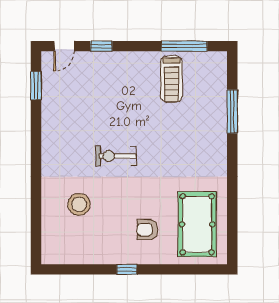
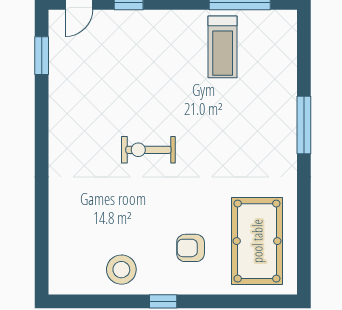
window: (232, 111) -> (304, 125), moved
stool: (79, 204) -> (121, 270), moved

